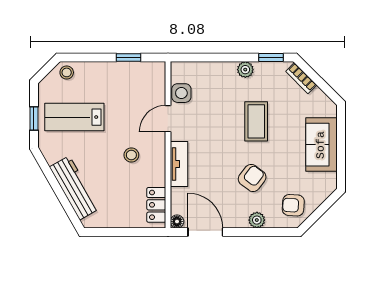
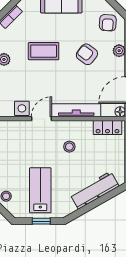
lab bench: (74, 117) -> (40, 190), turned 180
door: (168, 119) -> (41, 119), swing flipped
tv unit: (179, 164) -> (76, 110), width x1.41

